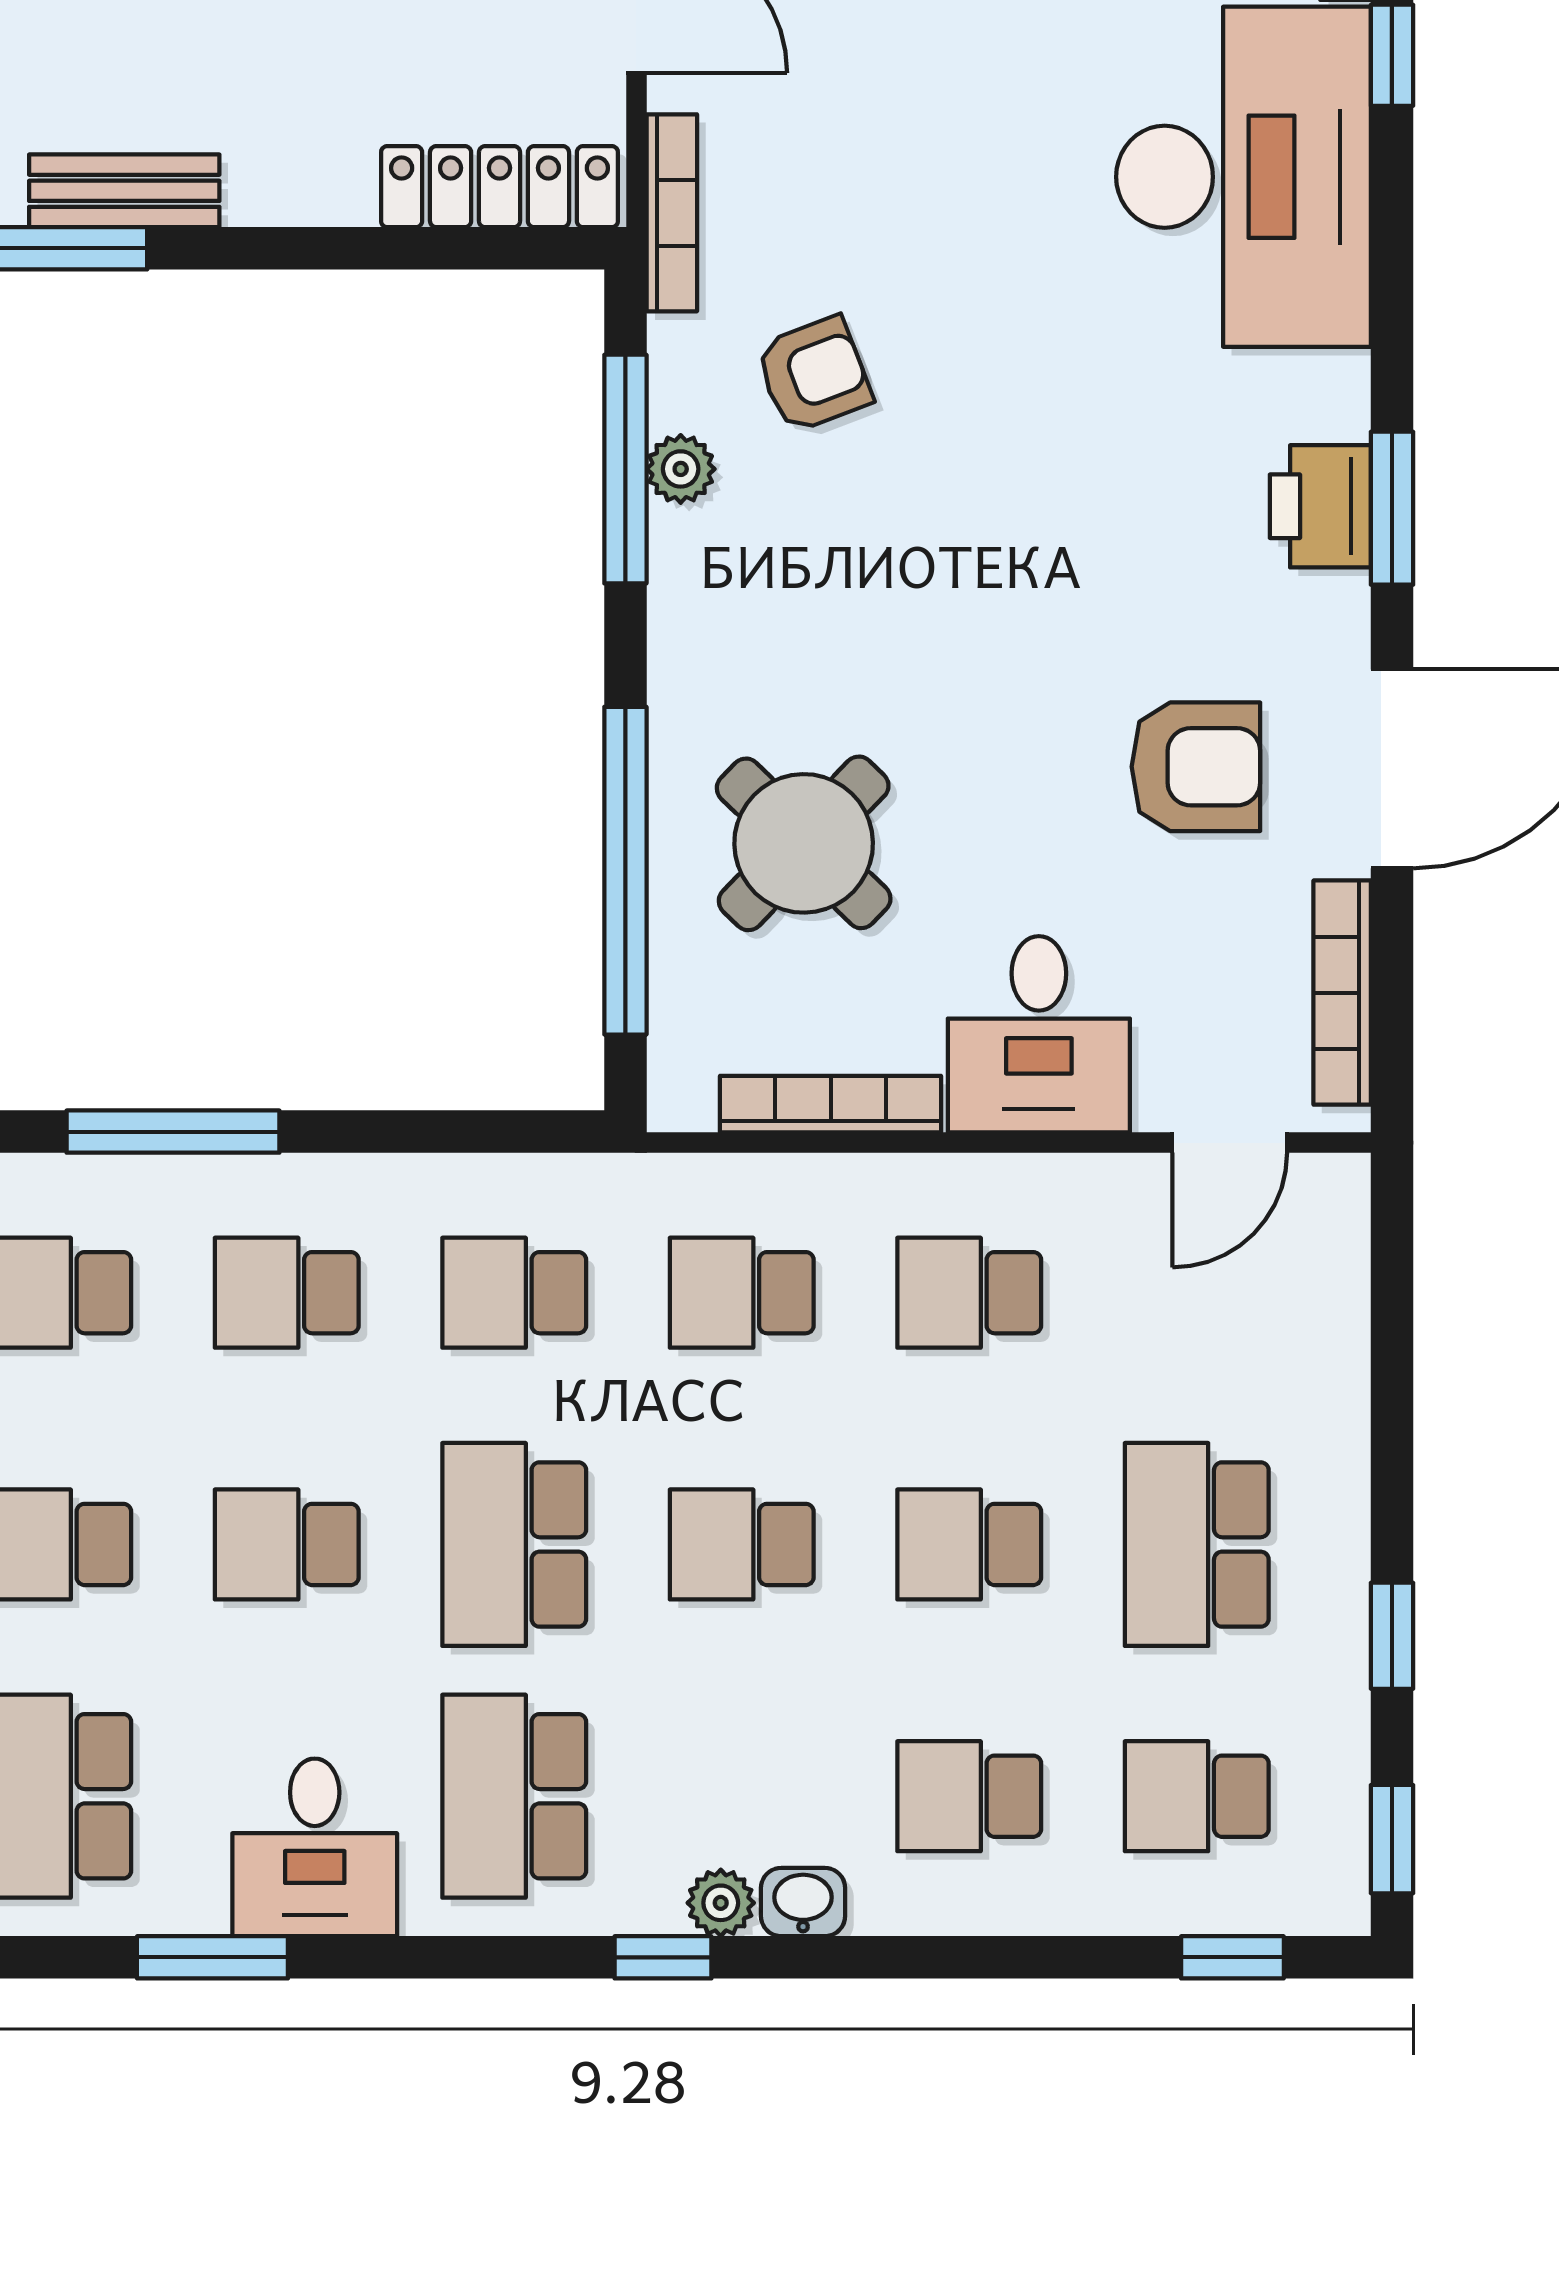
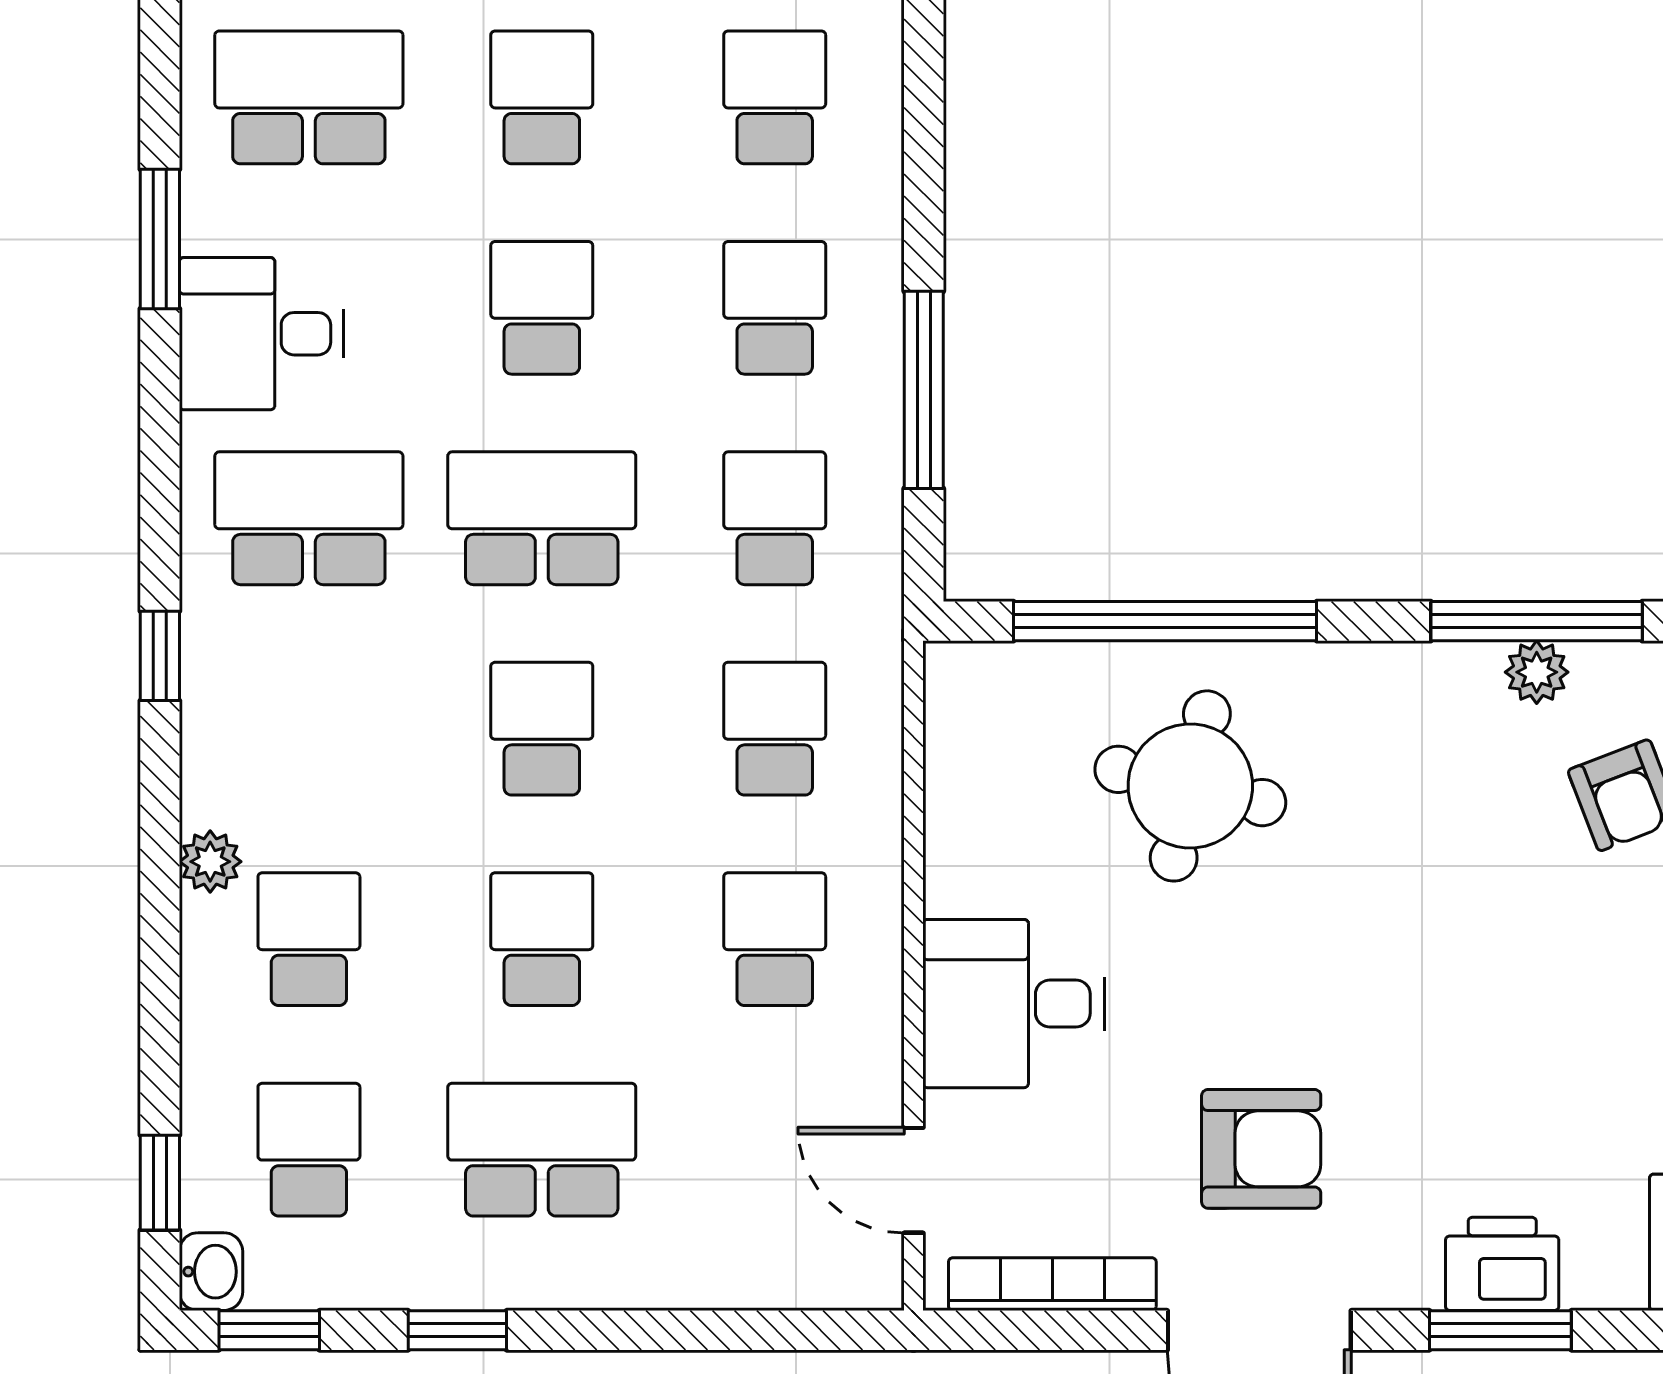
armchair: (1196, 767) -> (1261, 1149), turned -90
round table: (804, 843) -> (1190, 786), turned -31
bookcase: (831, 1104) -> (949, 811), removed
window: (173, 1132) -> (924, 390), moved
washbasin: (803, 1902) -> (211, 1272), moved
plant: (721, 1903) -> (210, 862), moved

